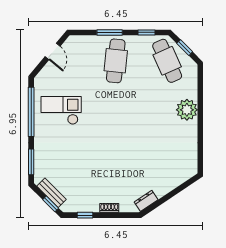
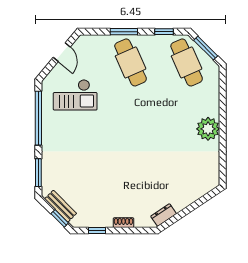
window: (185, 48) -> (206, 48), width x1.50
cafe table: (116, 61) -> (131, 62), turned -30
checkout: (61, 110) -> (75, 95), moved, turned 180
plant: (187, 110) -> (208, 129), moved

